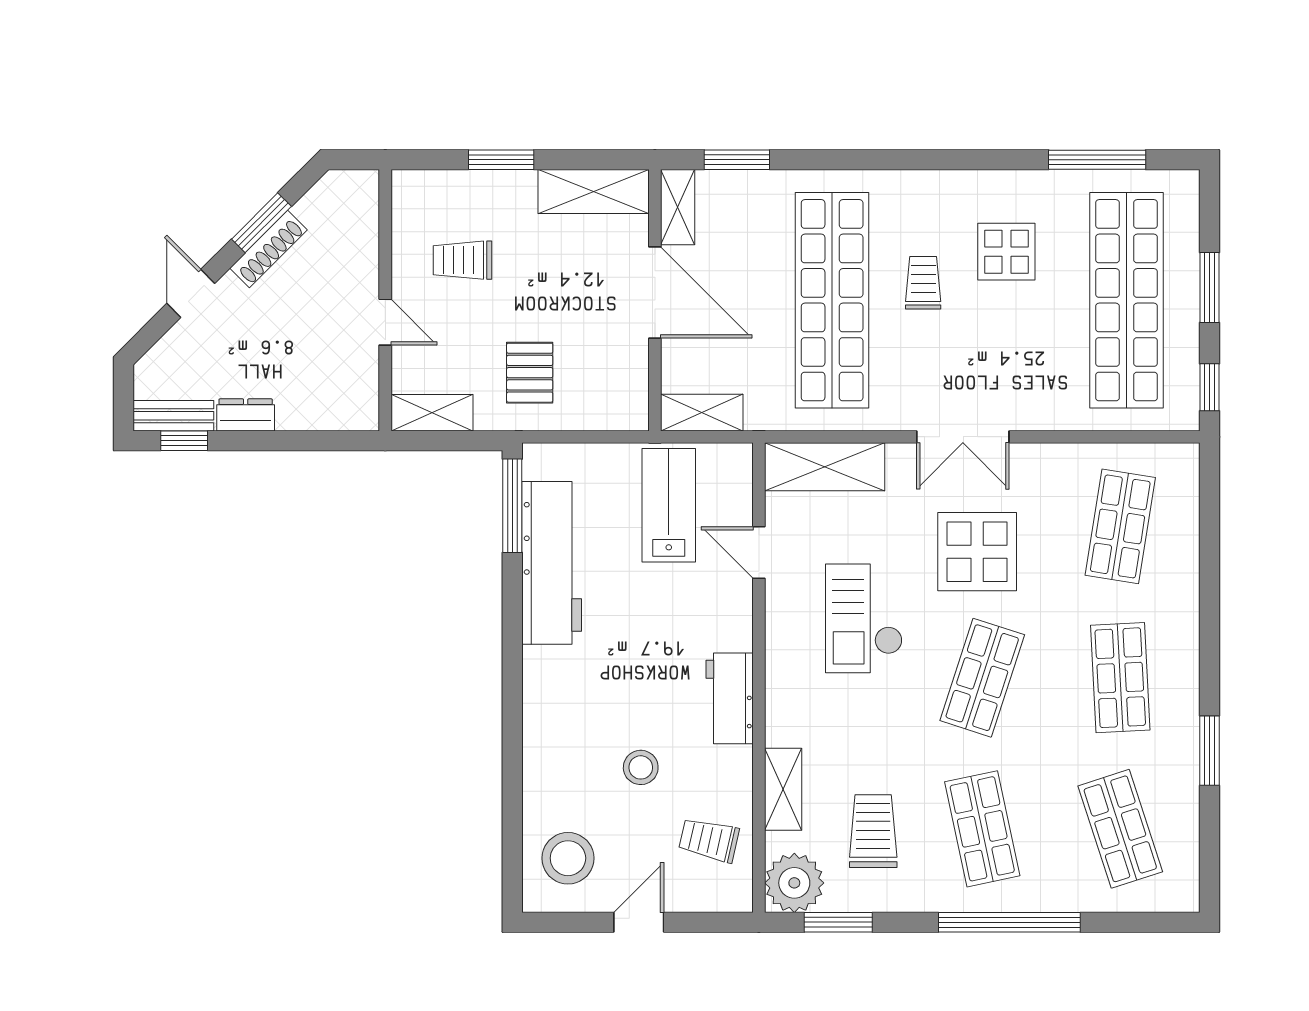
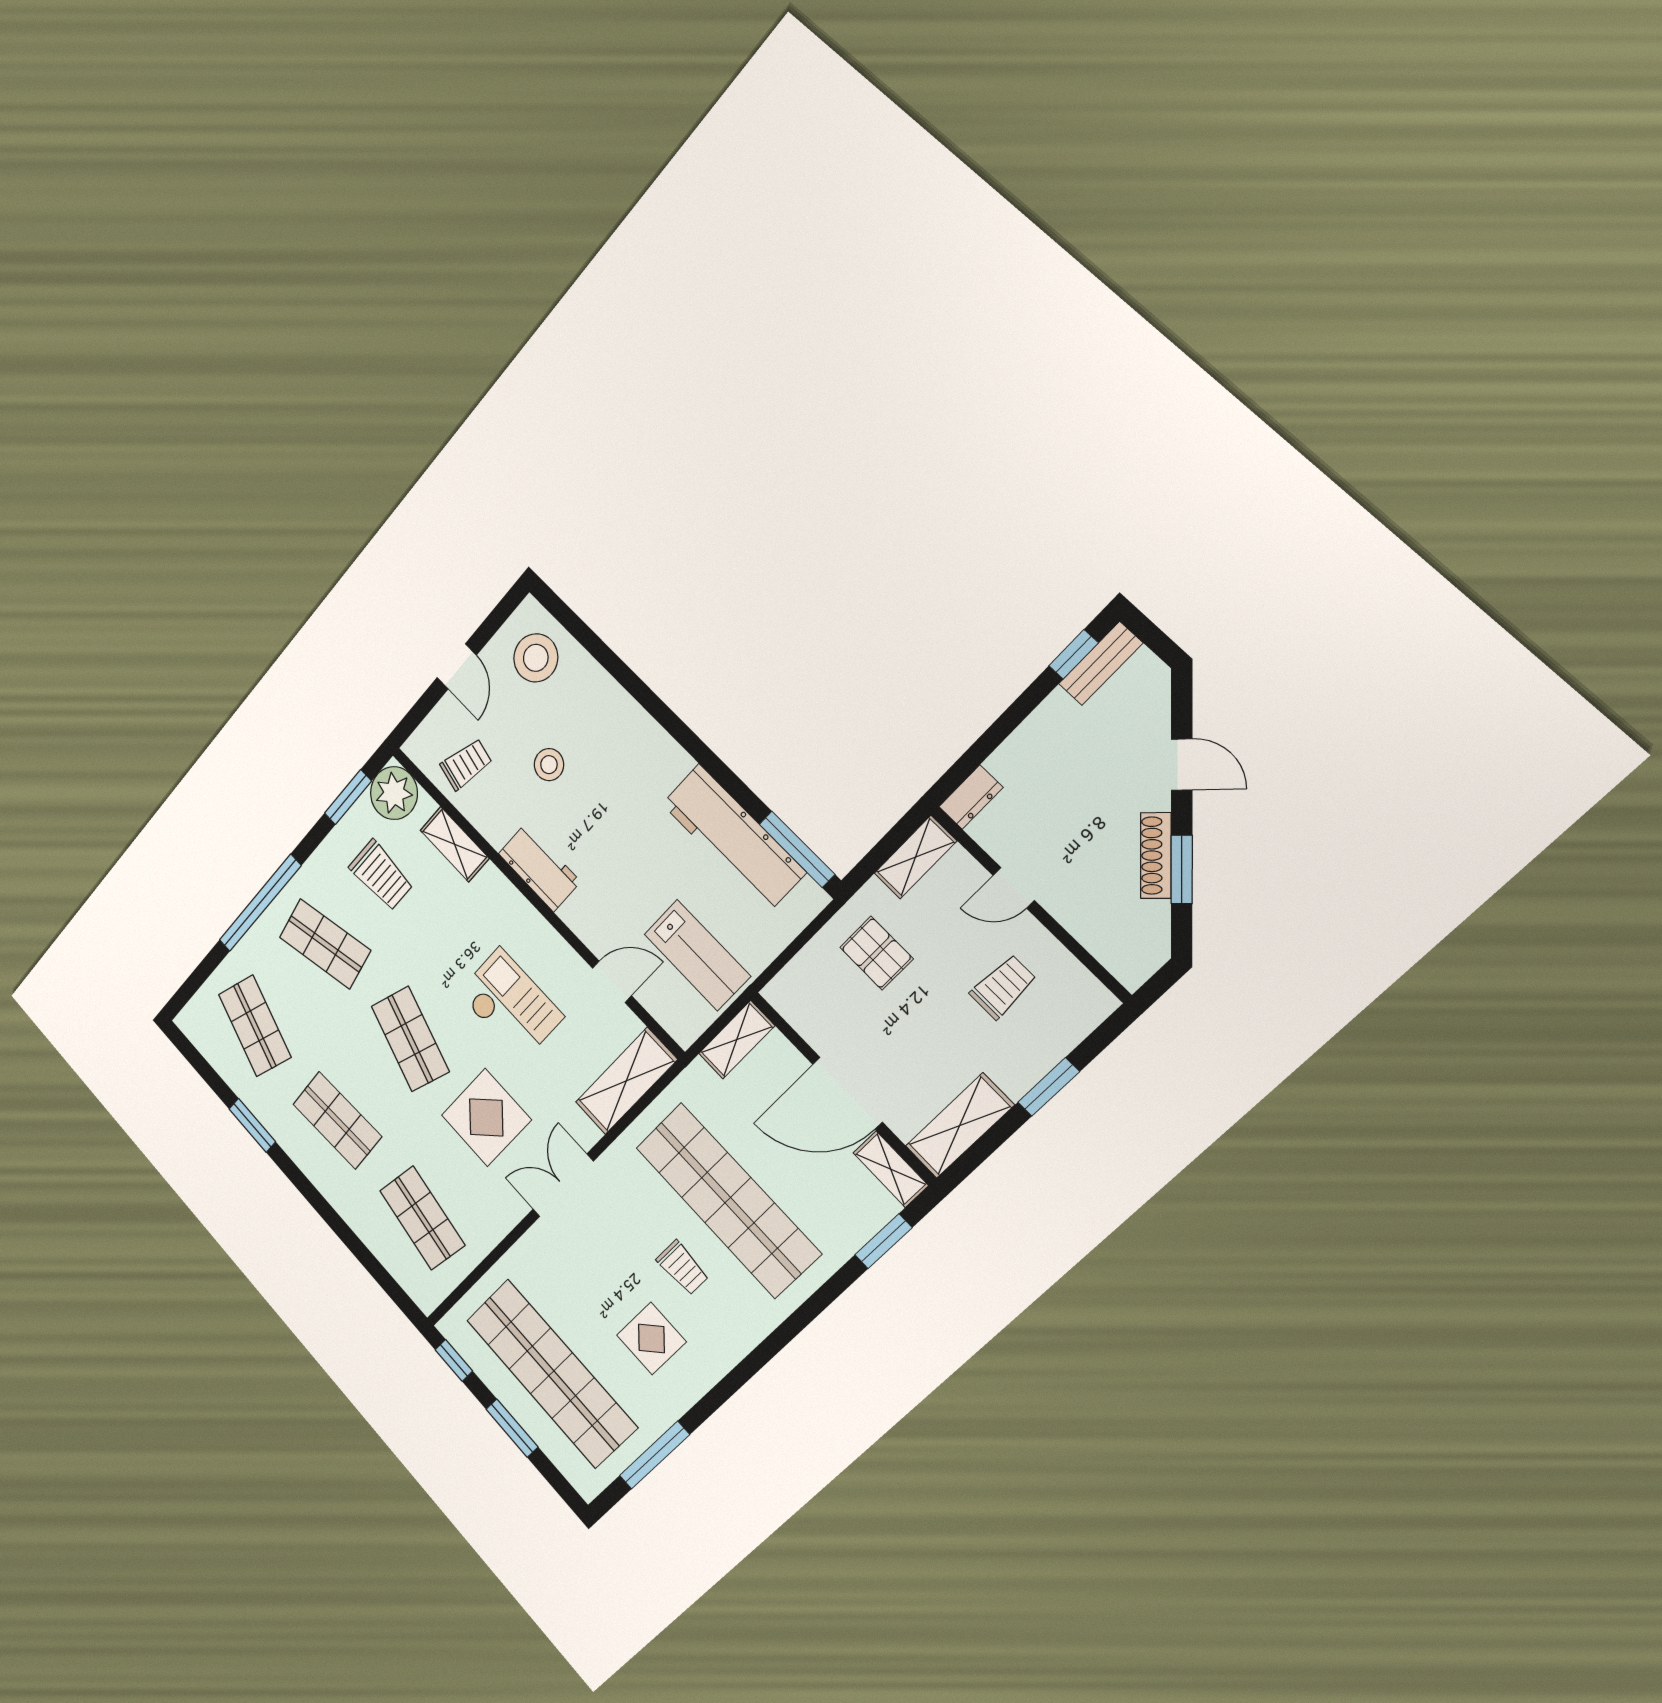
dresser: (246, 415) -> (971, 797), moved
shop shelf: (1120, 829) -> (255, 1026), turned 36

